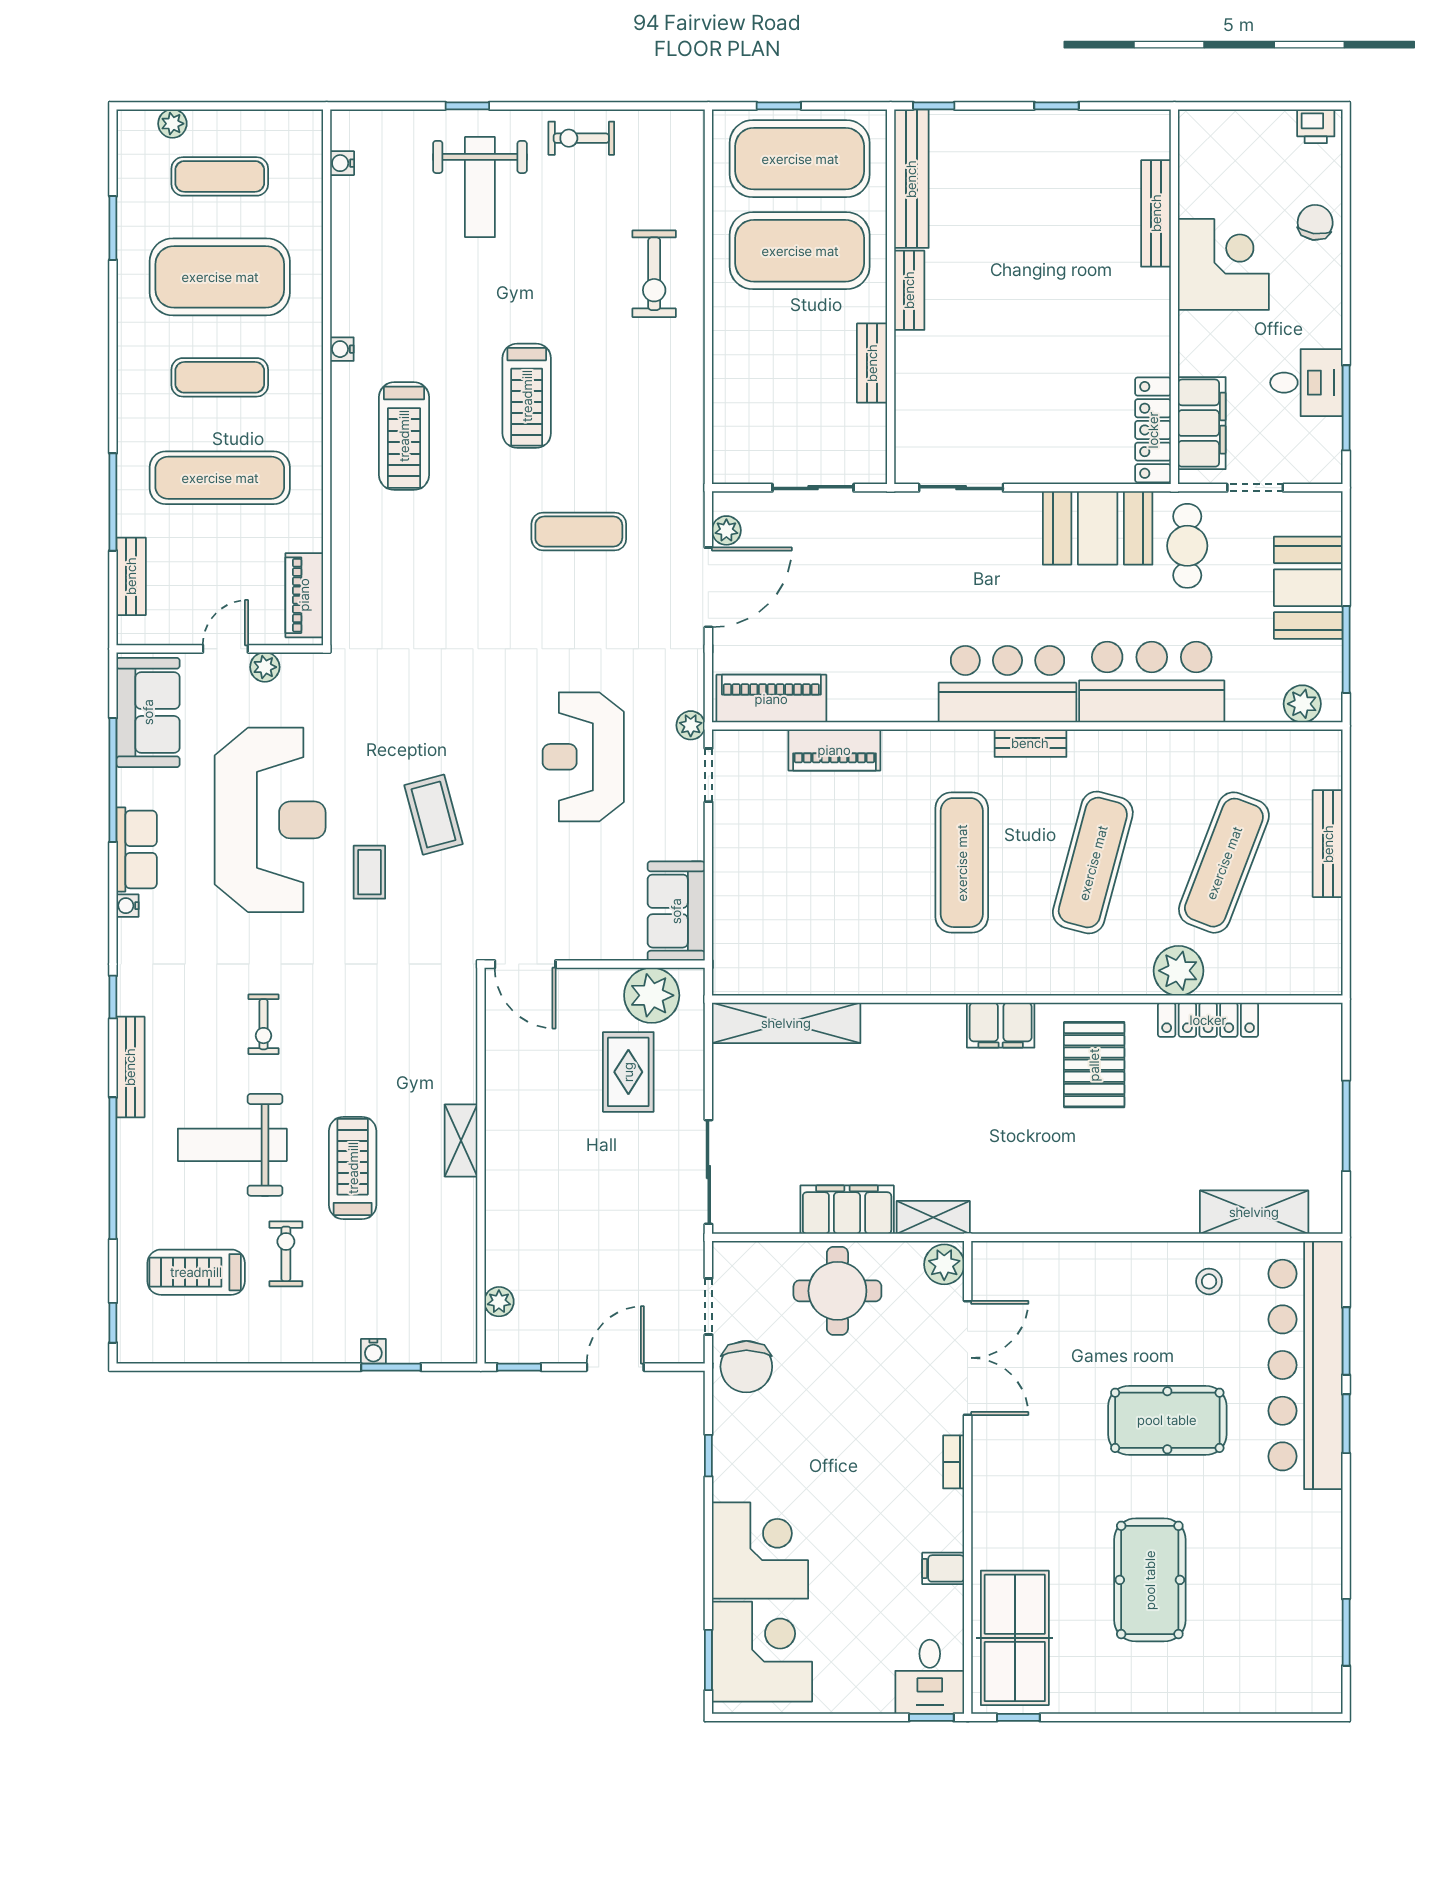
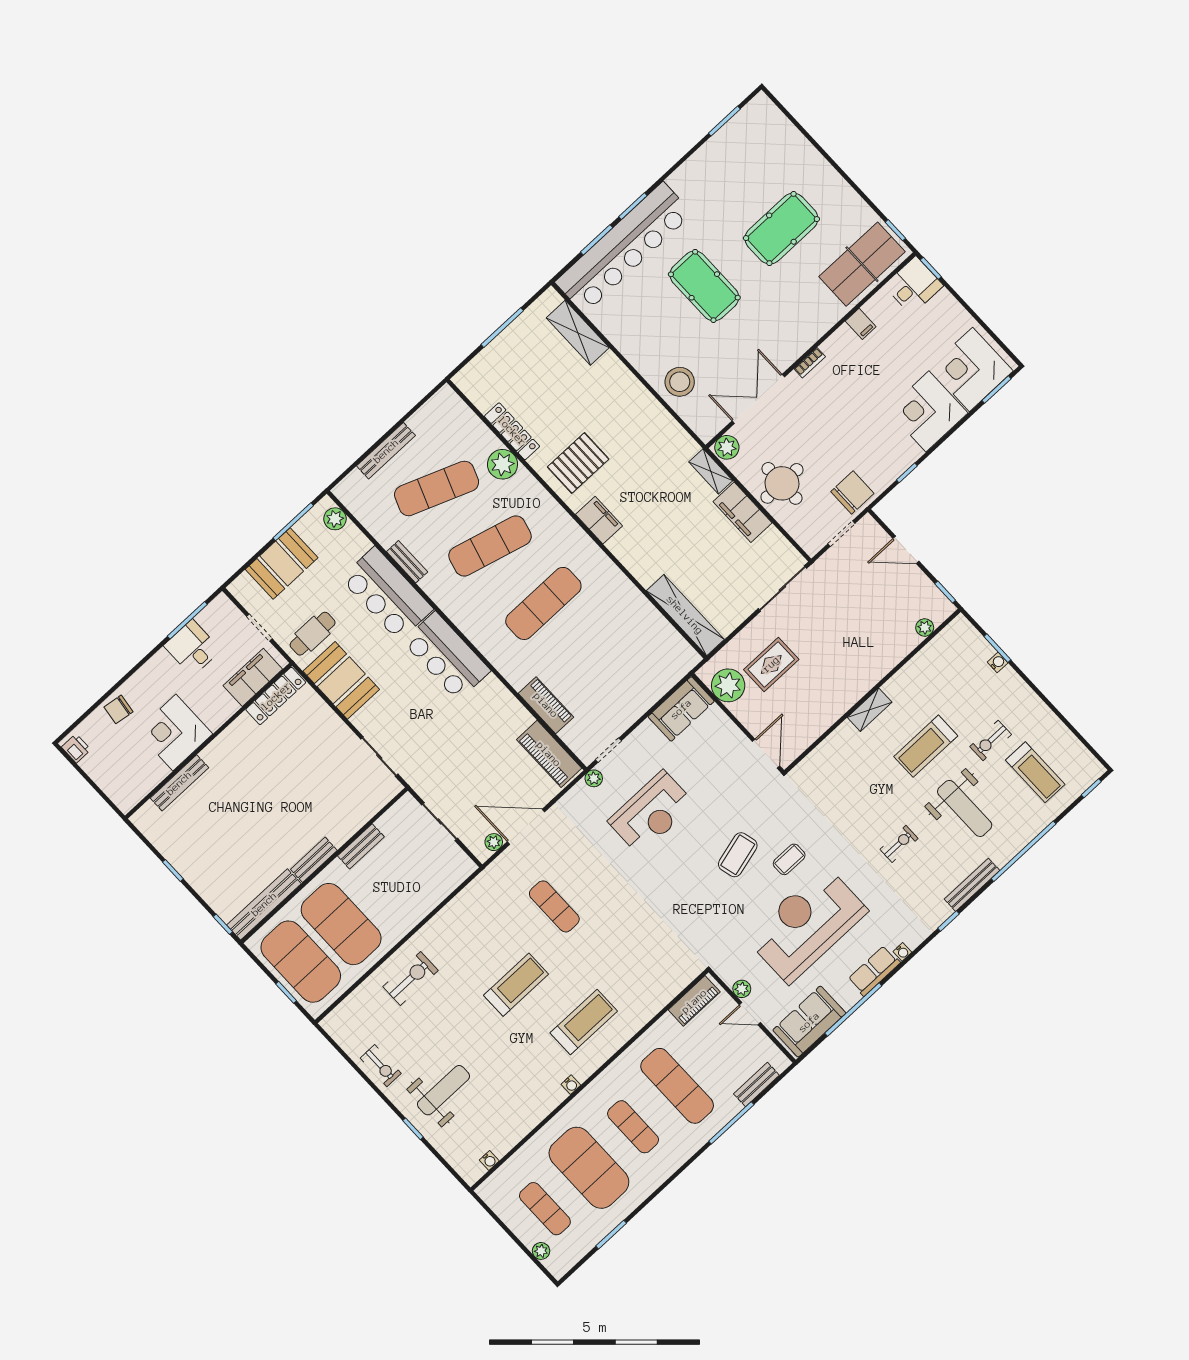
bench: (1030, 743) -> (407, 562), moved
stool: (1209, 1281) -> (680, 382), moved, width x1.89, depth x1.89

